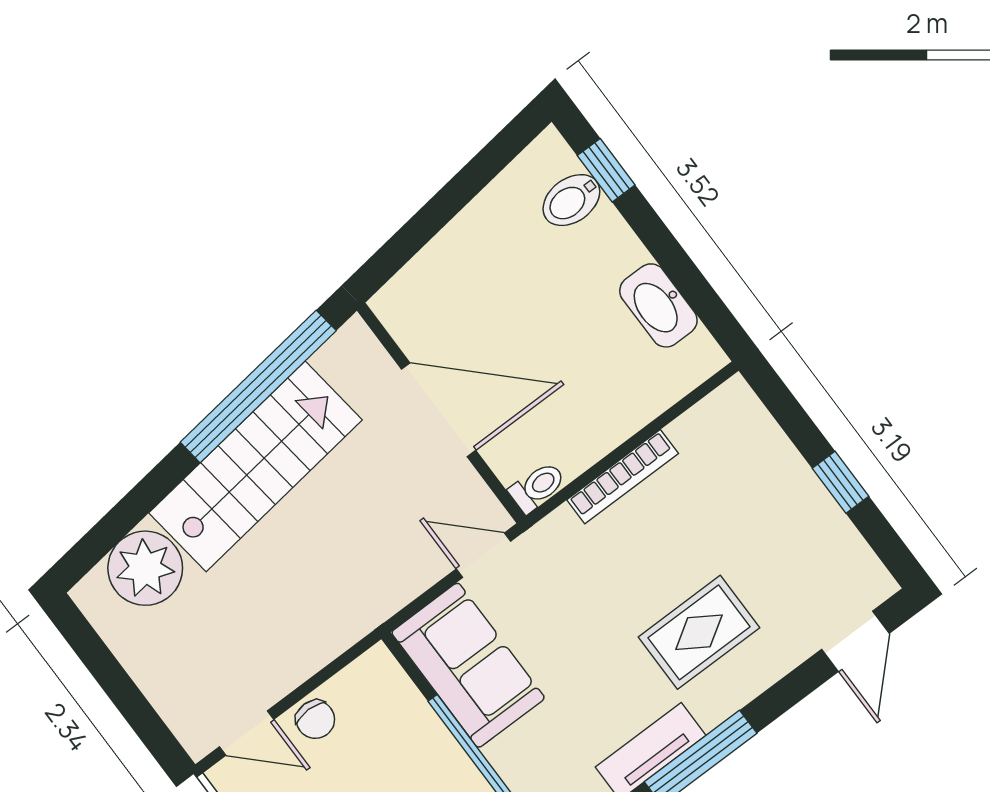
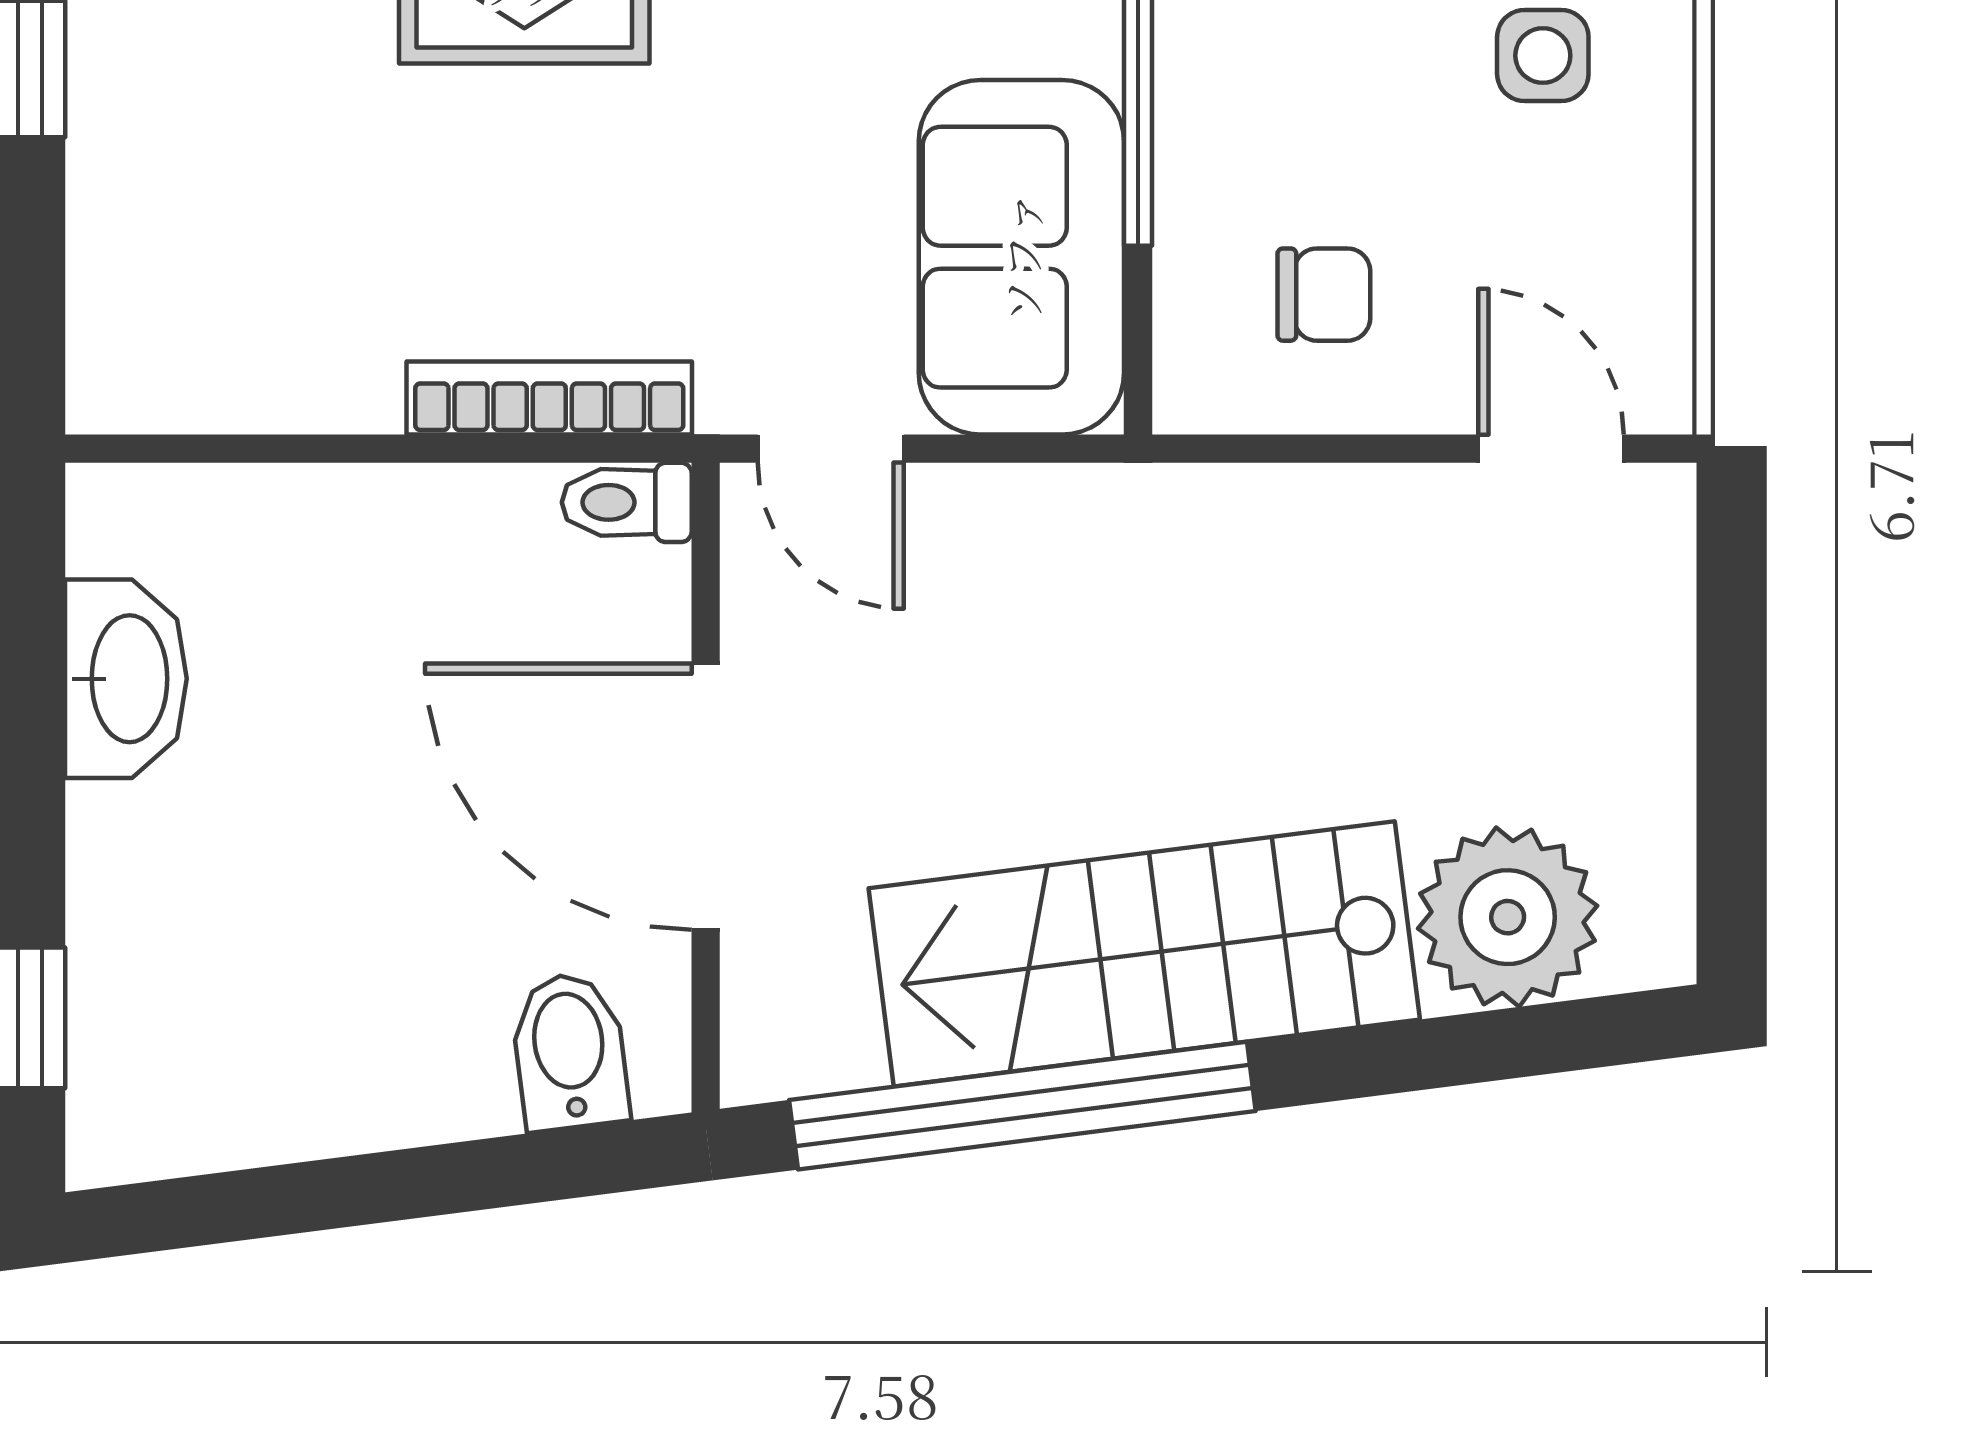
bidet: (571, 200) -> (570, 1051), moved, turned -97
bookcase: (623, 477) -> (549, 398), moved
chair: (315, 719) -> (1324, 295), moved, turned 90

